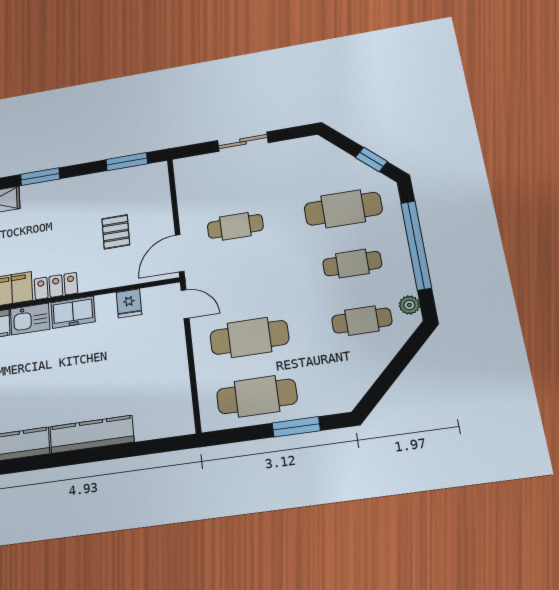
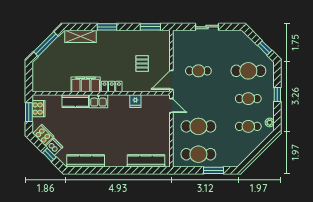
window: (416, 245) -> (277, 95), width x0.32
fridge: (129, 303) -> (135, 101), moved
freezer: (73, 312) -> (119, 101), removed
kitchen counter: (92, 434) -> (146, 161), moved

